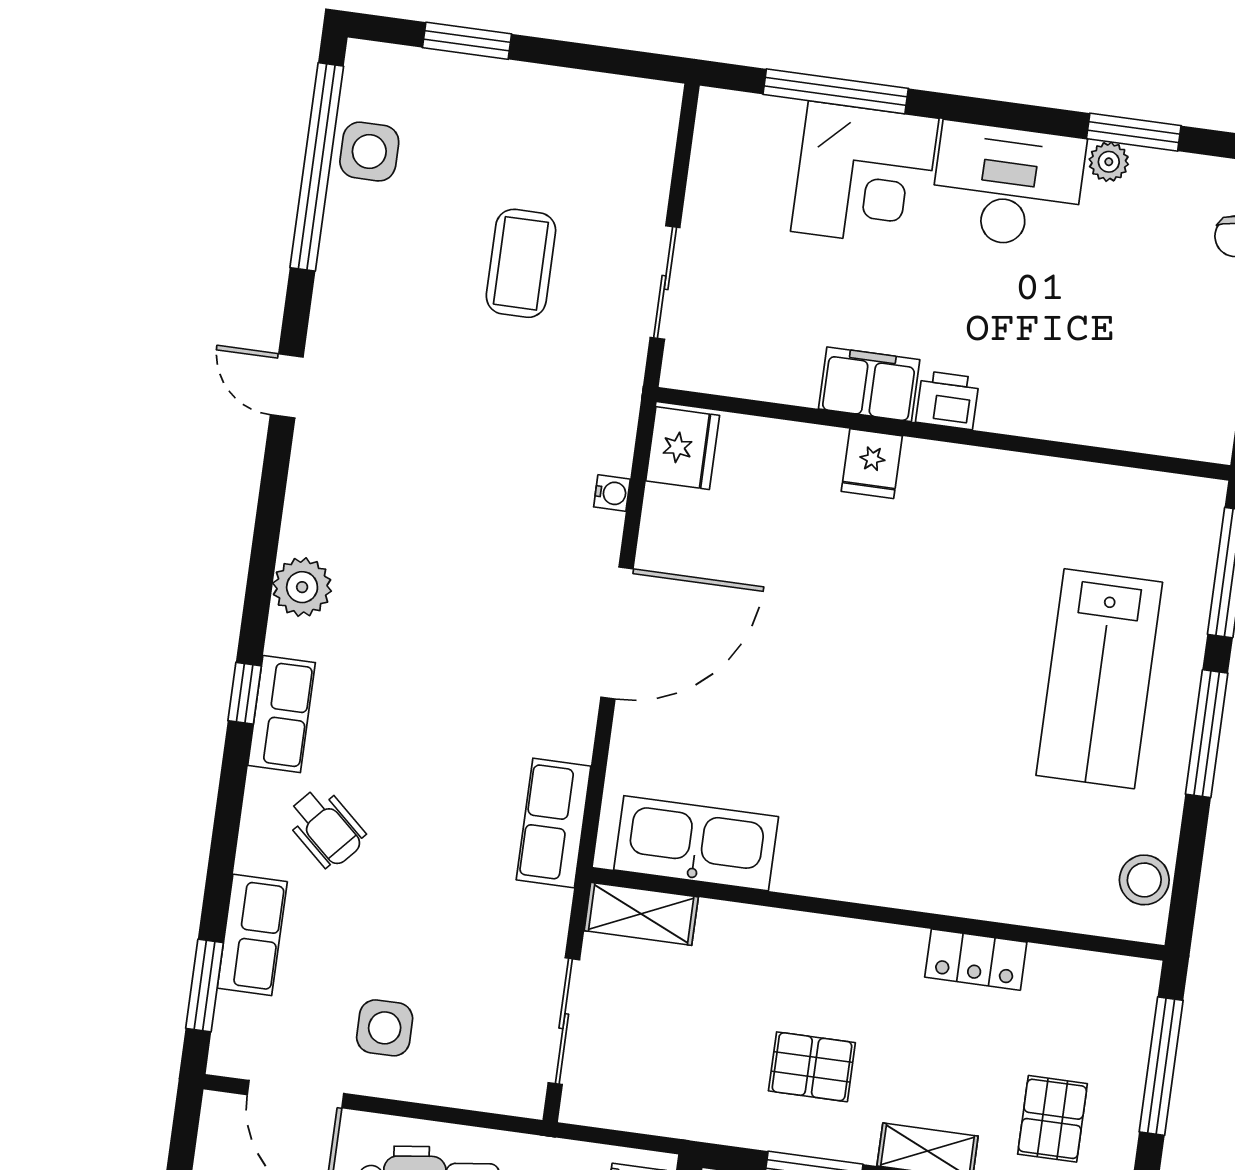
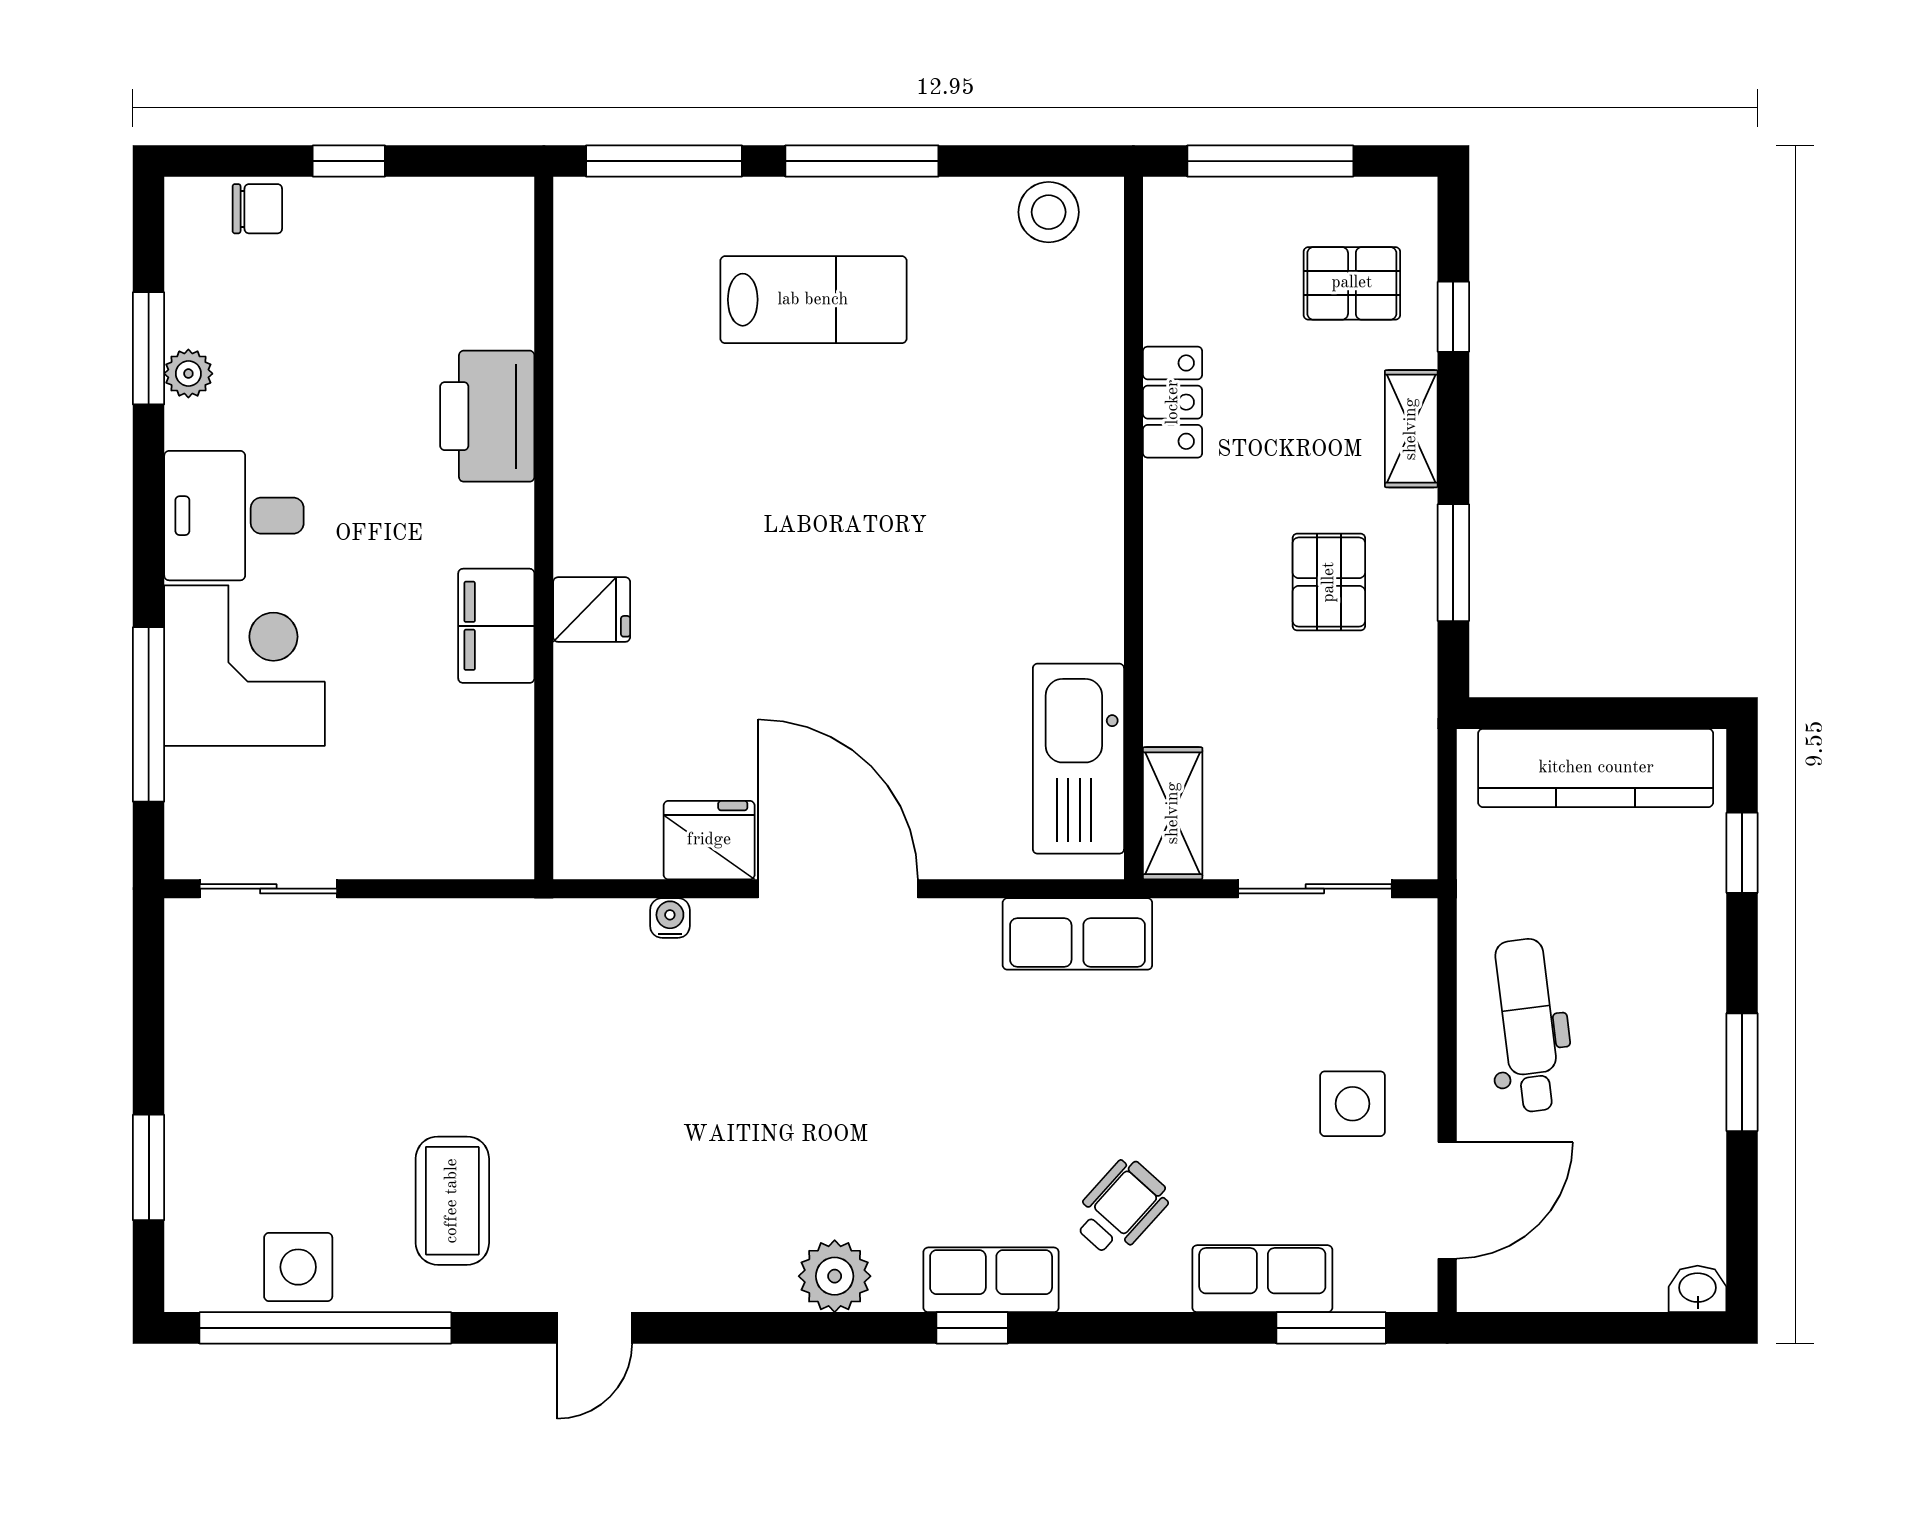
desk: (1008, 186) -> (234, 516), width x0.73
coffee table: (521, 263) -> (452, 1201), moved, turned 90
sliding door: (665, 282) -> (268, 889), moved
printer: (947, 400) -> (487, 416), moved, width x1.87, depth x1.48
fridge: (683, 448) -> (709, 840), moved
lab bench: (1099, 679) -> (813, 300), width x0.73, depth x0.72

